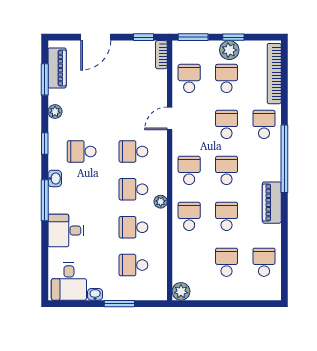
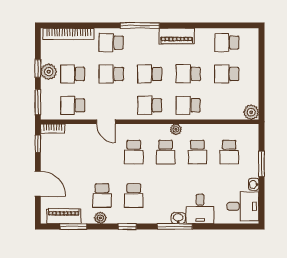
school desk: (82, 114) -> (102, 196), added
window: (284, 159) -> (140, 25), width x0.68
washbasin: (55, 178) -> (178, 218), moved

